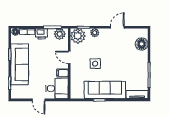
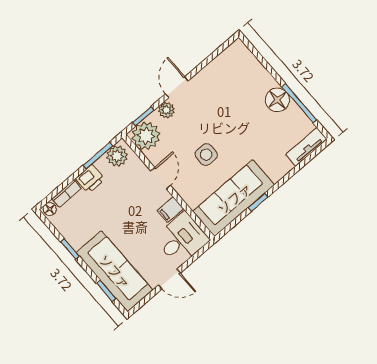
door: (117, 27) -> (177, 87), moved
floor lamp: (142, 44) -> (277, 100), moved
door: (69, 57) -> (161, 178), swing flipped
sofa: (20, 64) -> (115, 271), moved
sofa: (105, 90) -> (234, 198), moved

